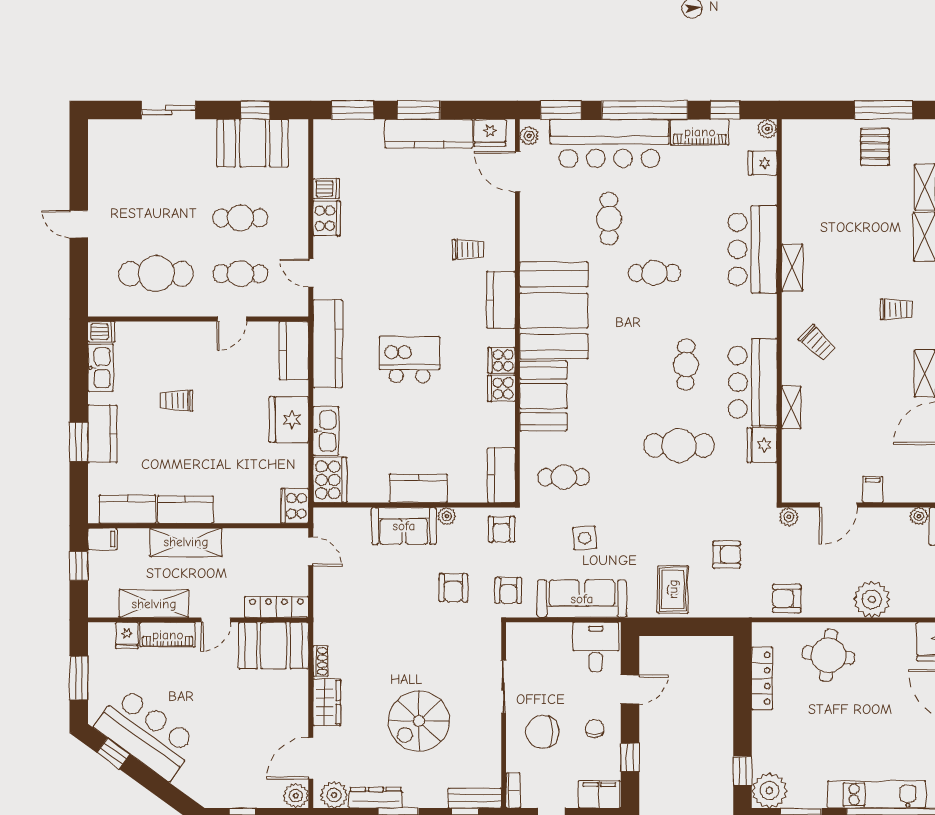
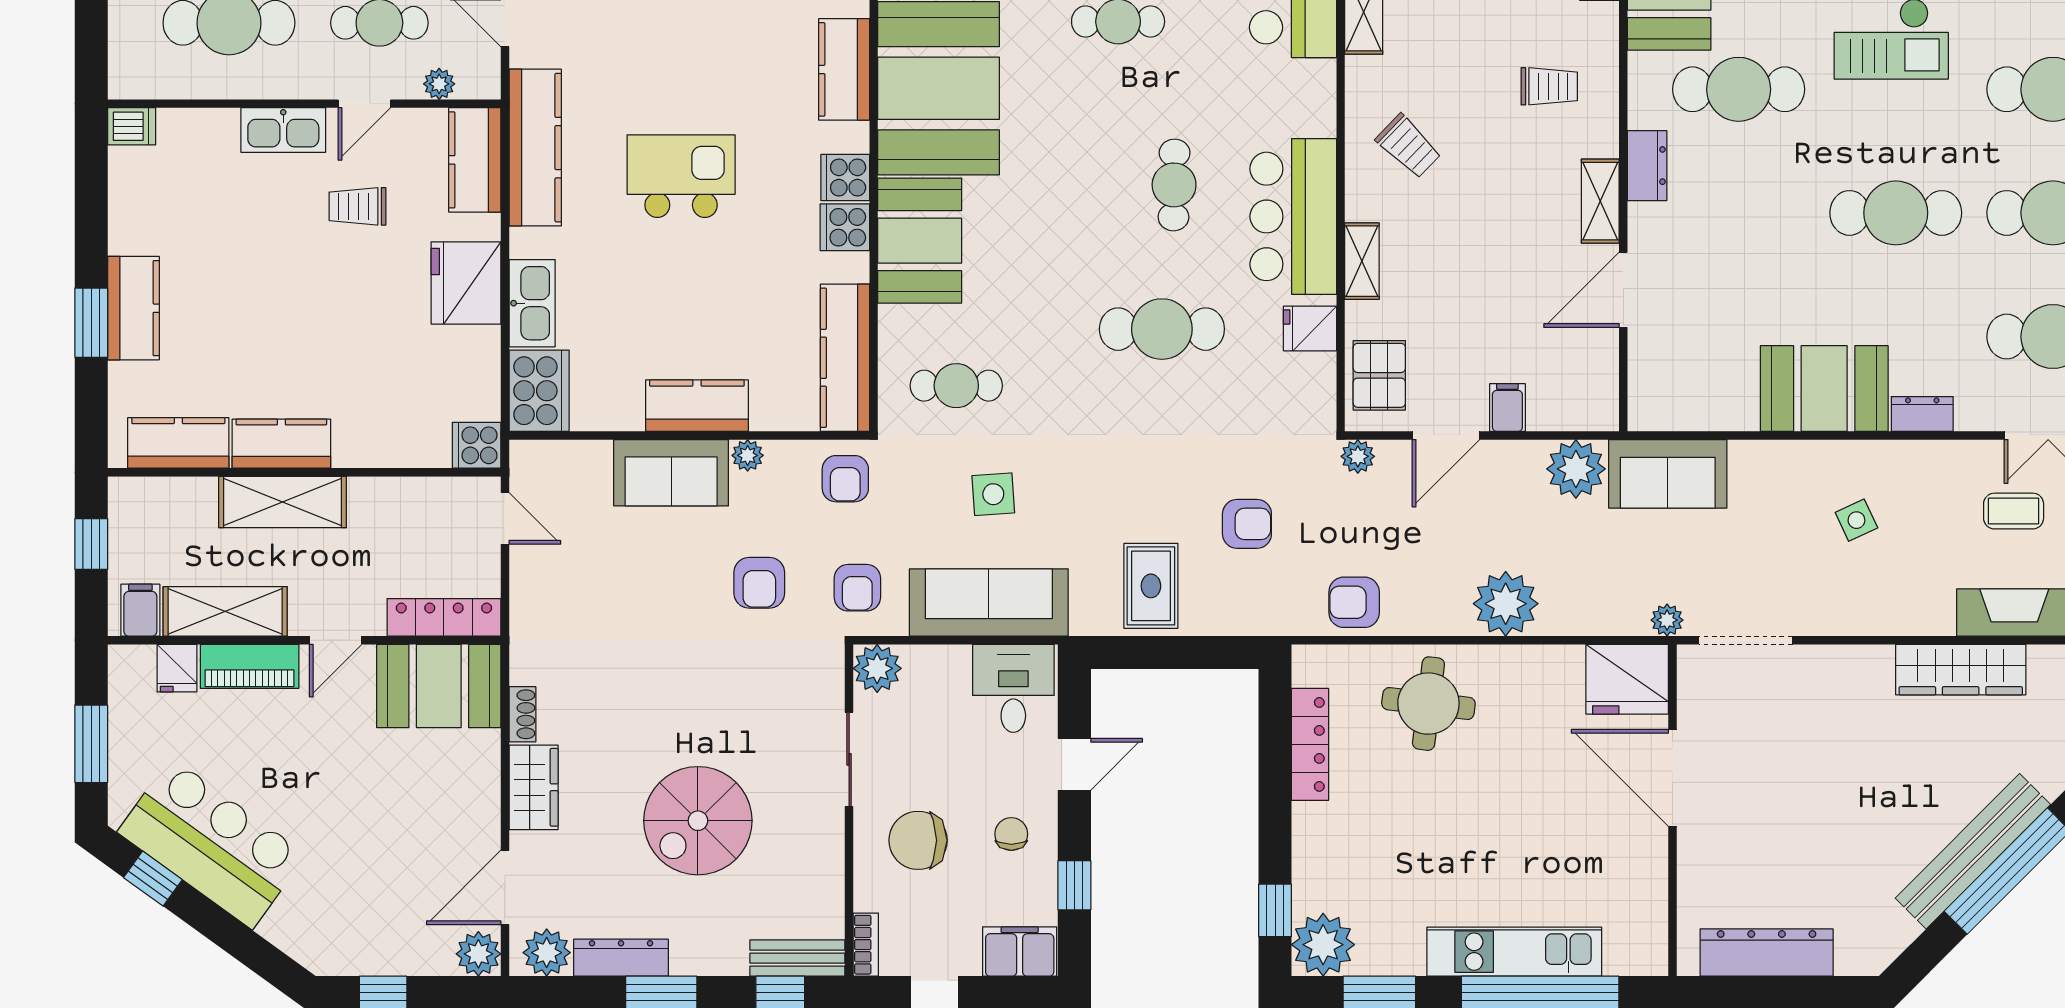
plant: (274, 308) -> (439, 84), added
kitchen sink: (100, 368) -> (283, 130), moved, turned 90
trolley: (177, 401) -> (357, 206), moved
fridge: (762, 445) -> (1310, 329), width x0.72
pallet: (801, 471) -> (1379, 375), added
kitchen counter: (501, 475) -> (845, 358), width x1.50
cooker: (295, 506) -> (477, 445), width x0.73
plant: (919, 516) -> (1576, 469), width x1.88, depth x1.88
filing cabinet: (103, 539) -> (140, 610), moved, turned -90
plant: (519, 636) -> (877, 668), added

